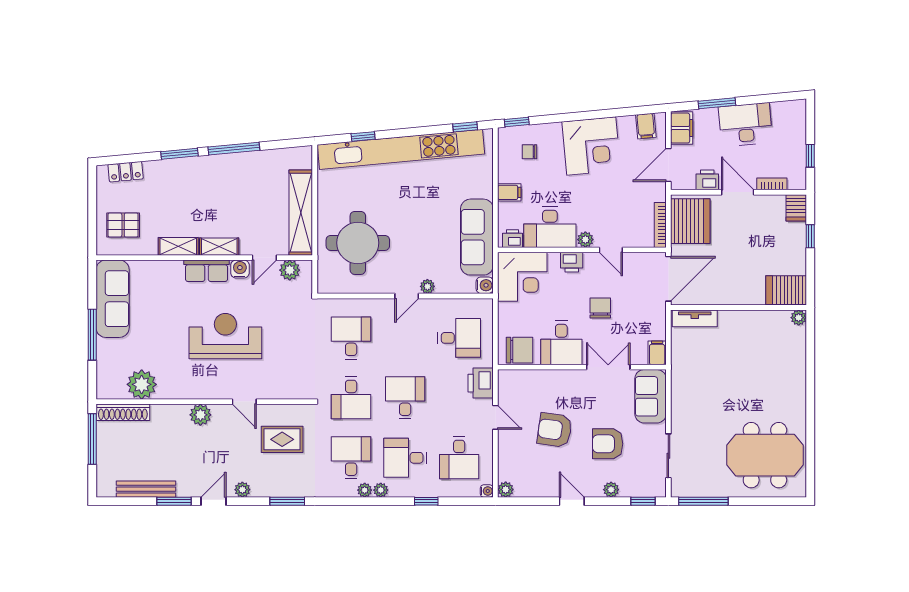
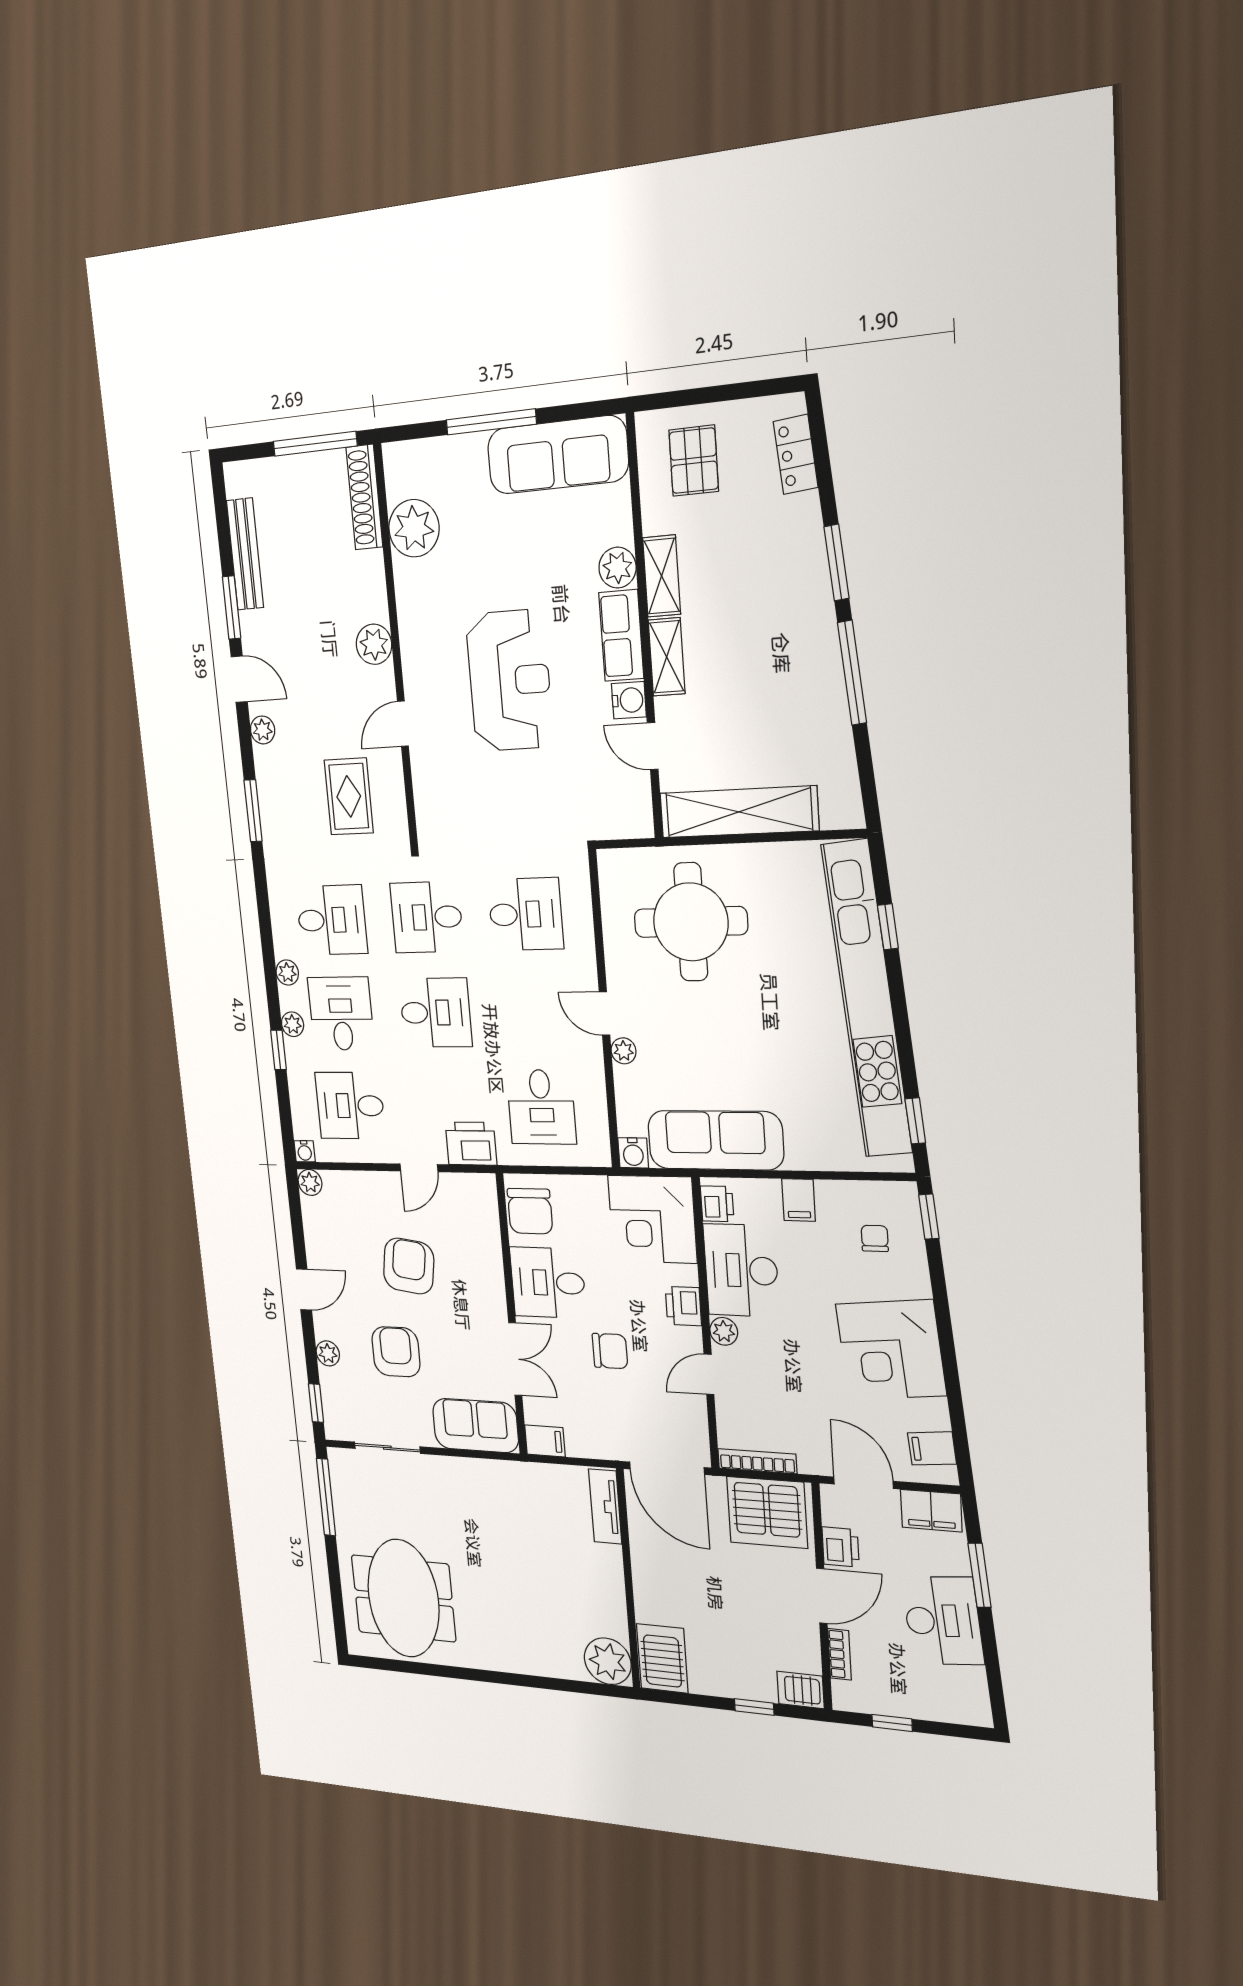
plant: (290, 270) -> (617, 568), moved
plant: (799, 318) -> (608, 1661), width x1.88, depth x1.88
plant: (365, 490) -> (293, 1024), moved

